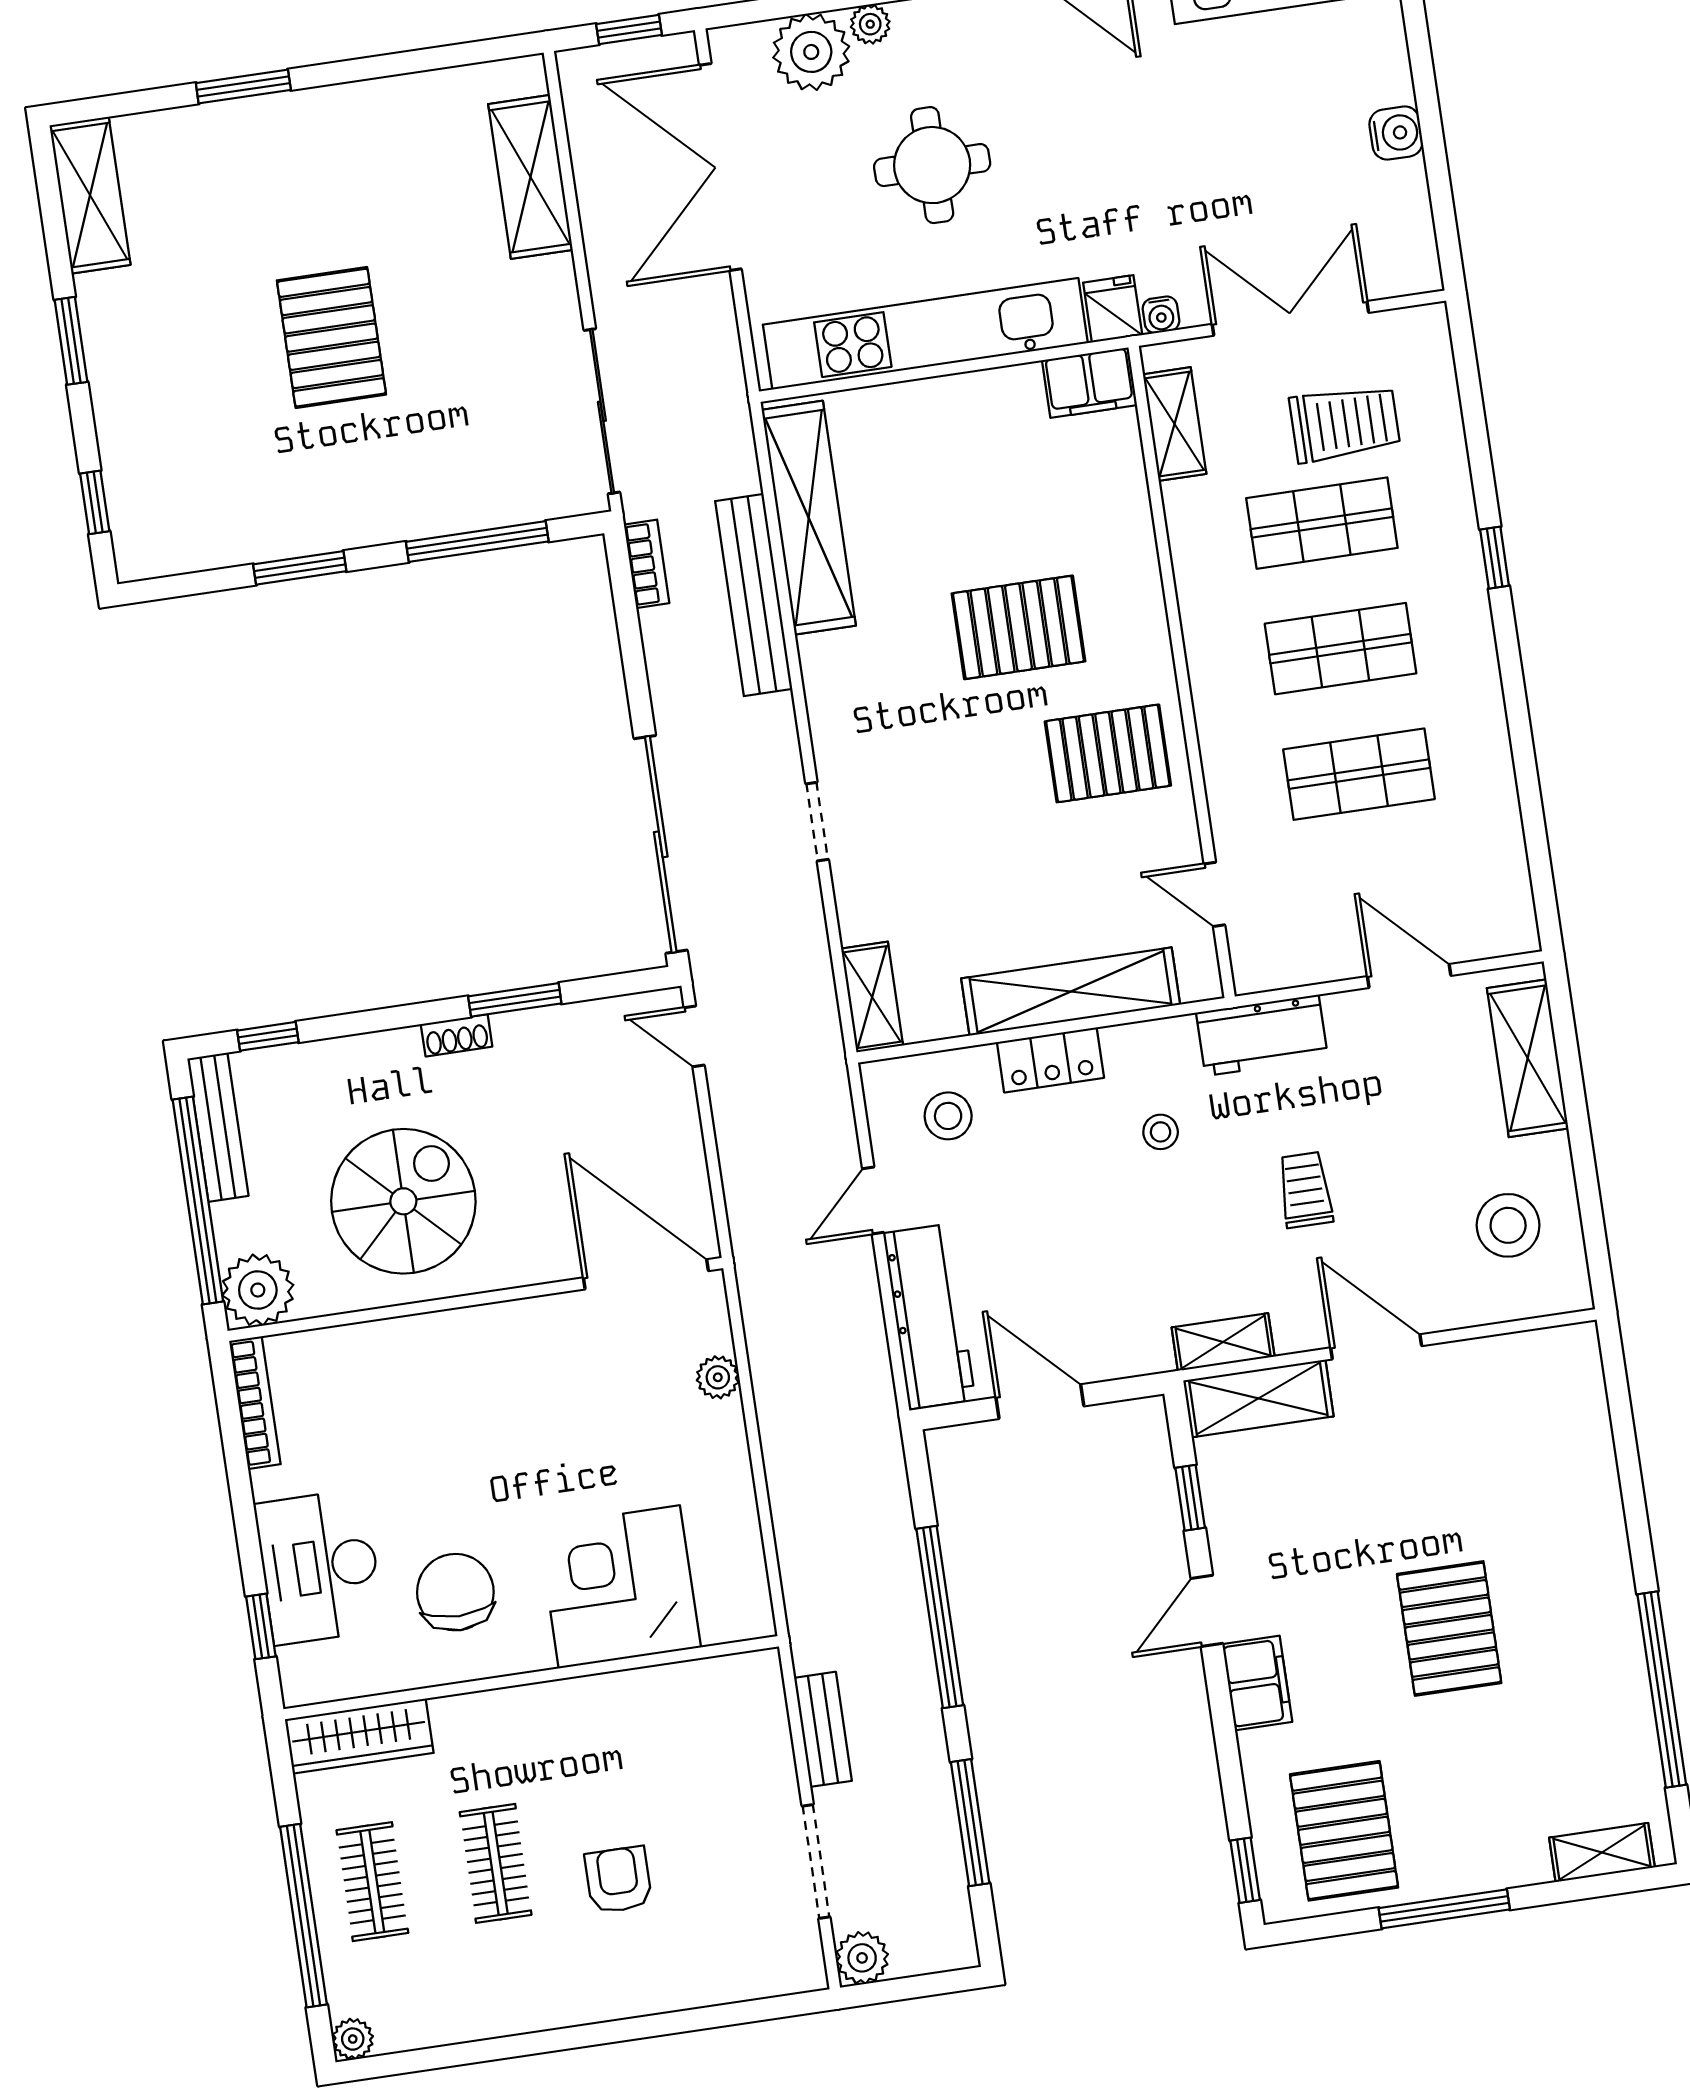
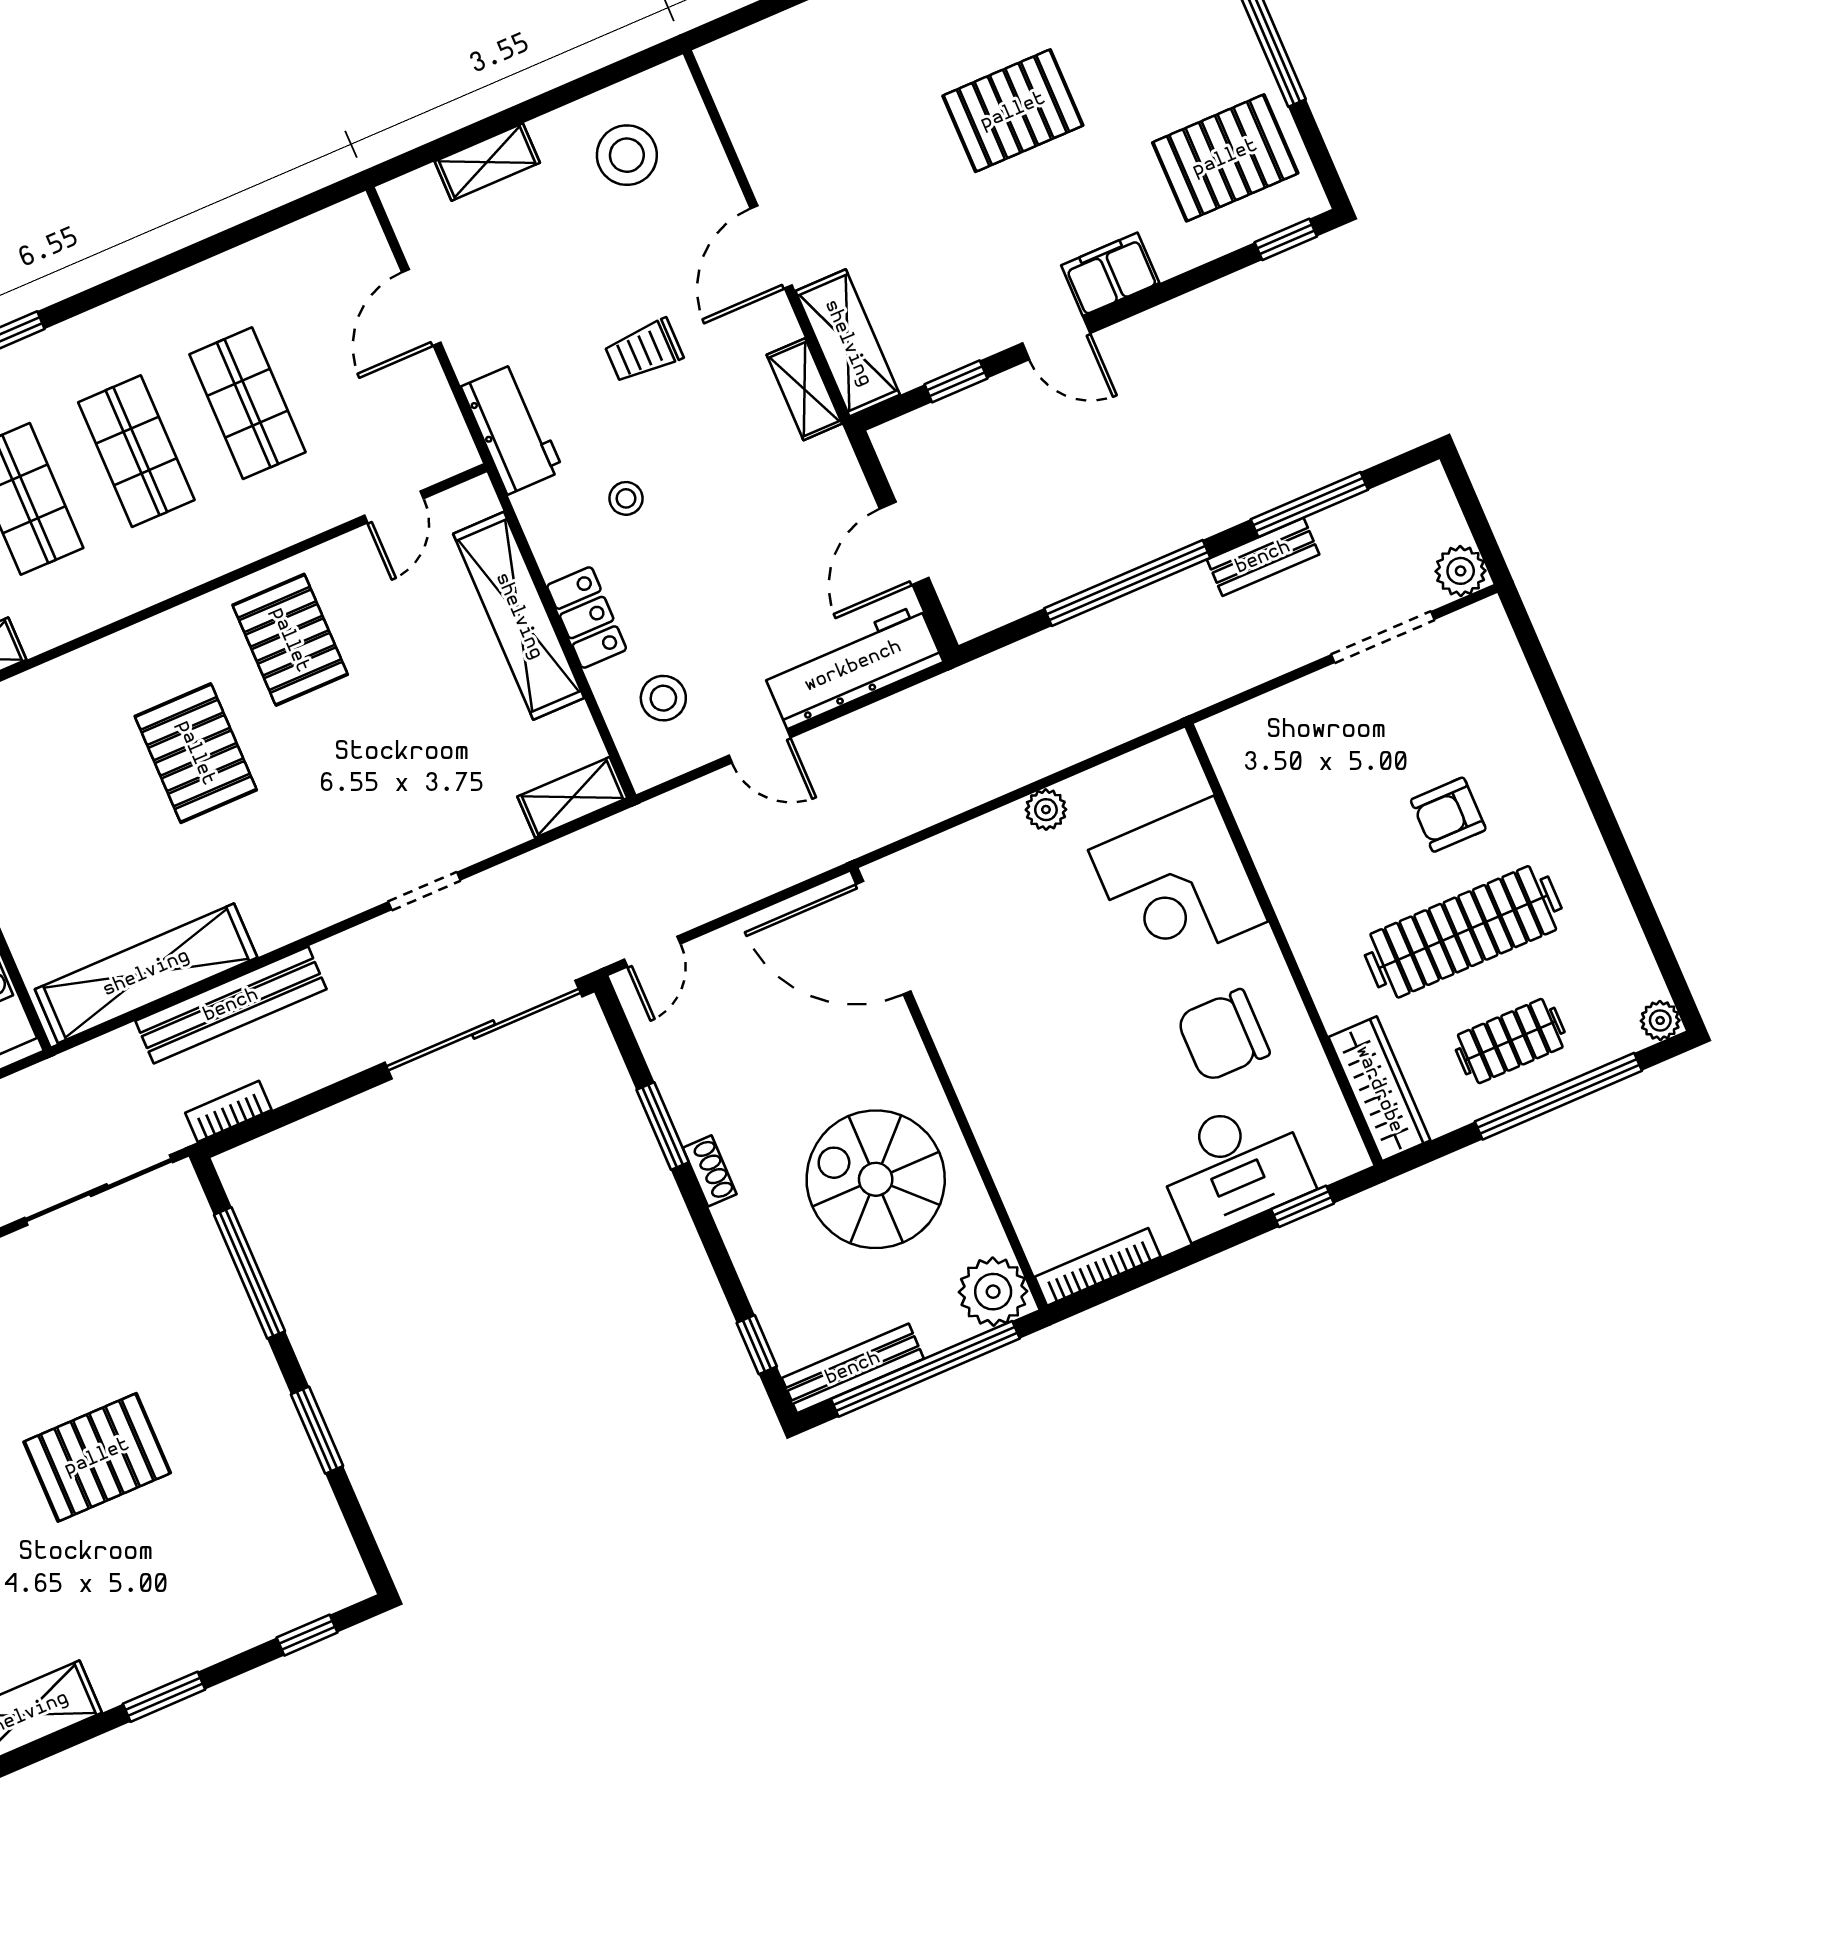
shelving: (1528, 1058) -> (487, 162), width x0.67, depth x0.75
door: (646, 1274) -> (883, 938), hinge flipped
plant: (718, 1377) -> (1046, 810), moved
bench: (823, 1729) -> (1263, 557), moved
clothes rail: (496, 1863) -> (1463, 932), width x1.86, depth x1.31

